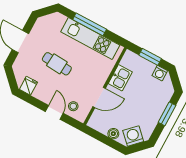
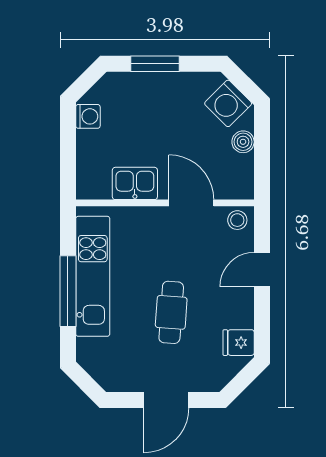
window: (150, 57) -> (68, 150), removed
stool: (73, 106) -> (237, 220), moved

